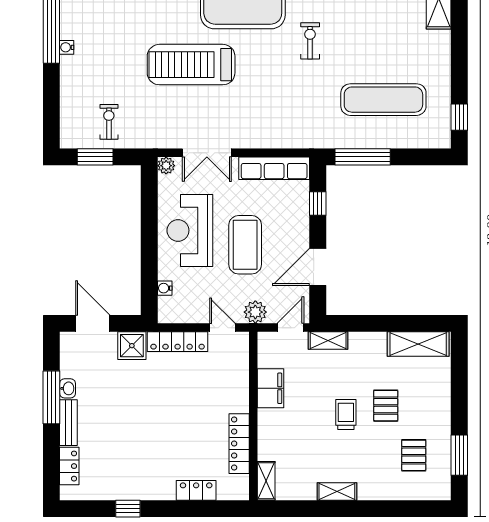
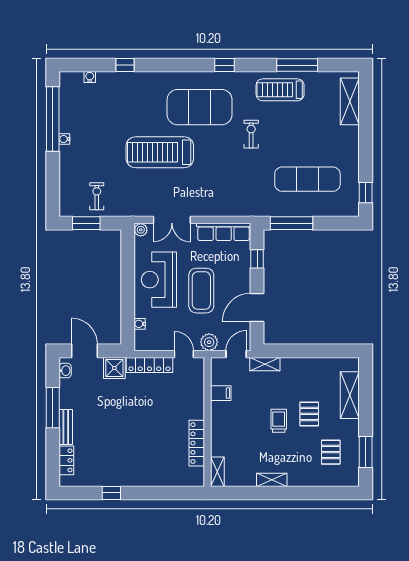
shelving: (418, 344) -> (350, 395), moved, turned 90
washbasin: (68, 388) -> (65, 371), moved
filing cabinet: (271, 388) -> (221, 393), width x0.50
locker: (196, 490) -> (164, 479), removed

